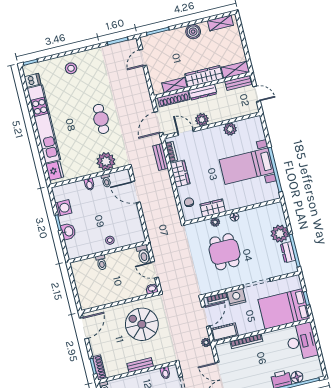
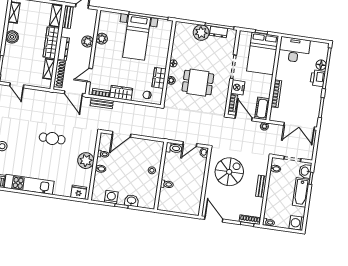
plant: (202, 120) -> (88, 41), moved
kitchen unit: (44, 124) -> (29, 184), width x0.73
plant: (106, 161) -> (86, 161), moved
spiral stairs: (142, 324) -> (229, 172), turned 180

